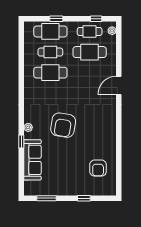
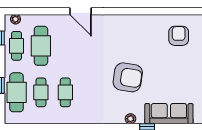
cafe table: (50, 73) -> (65, 92), width x0.73, depth x0.74
armchair: (98, 168) -> (179, 36), turned -90

